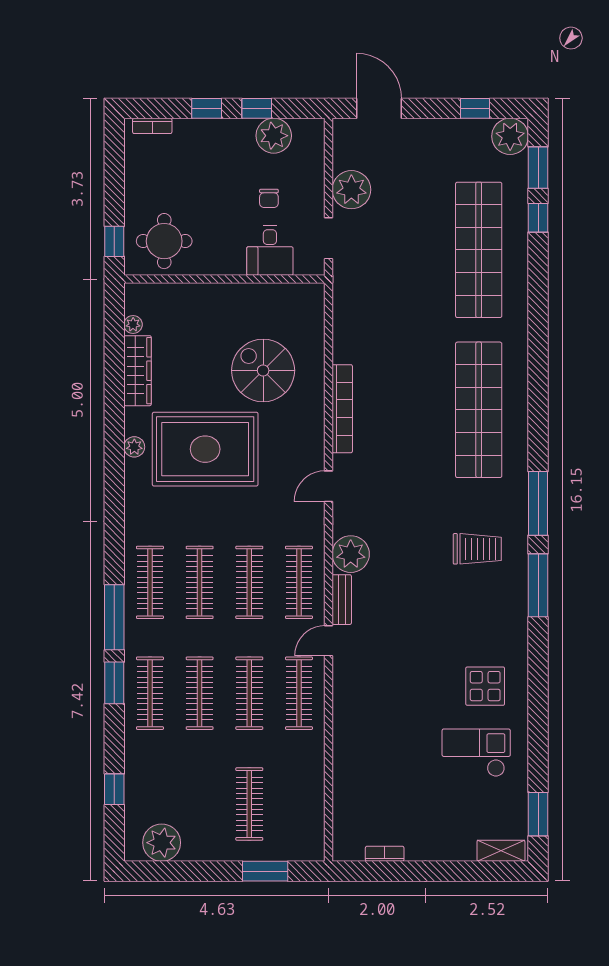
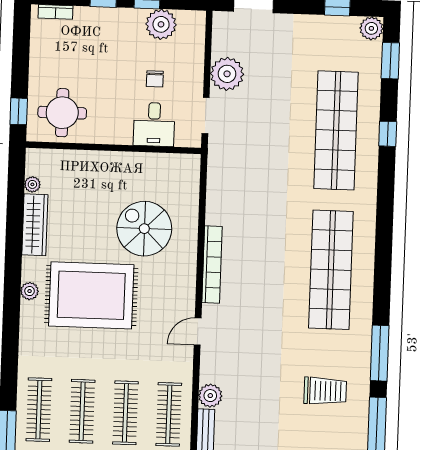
plant: (510, 136) -> (371, 28), width x0.73, depth x0.73
window: (538, 218) -> (388, 134), moved
plant: (351, 554) -> (210, 396), width x0.73, depth x0.73

